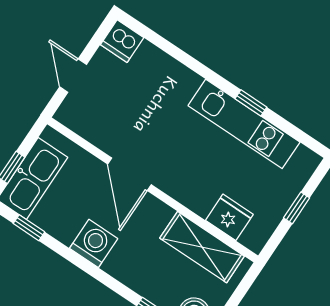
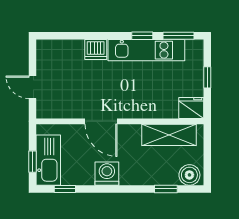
dishwasher: (122, 41) -> (96, 49), moved
window: (296, 133) -> (179, 36), added
fridge: (229, 217) -> (191, 108), moved

